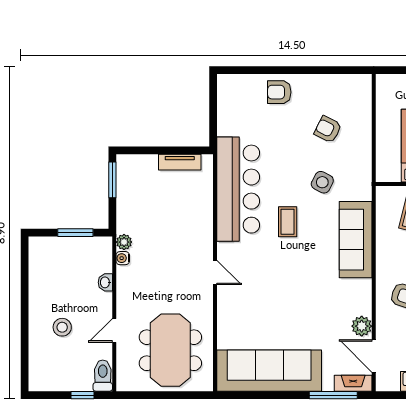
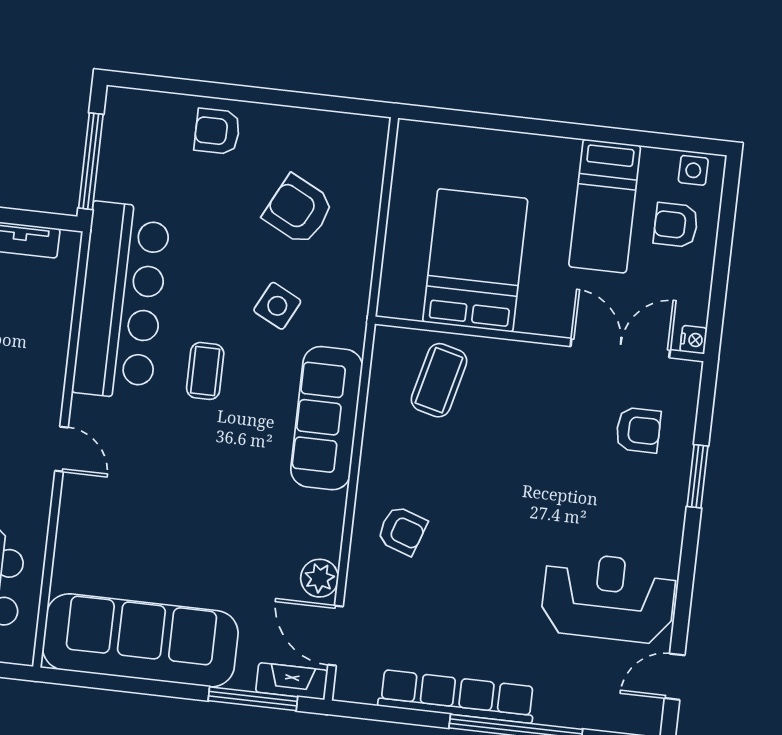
window: (213, 116) -> (91, 161), added
armchair: (328, 129) -> (299, 210), width x1.38, depth x1.38

